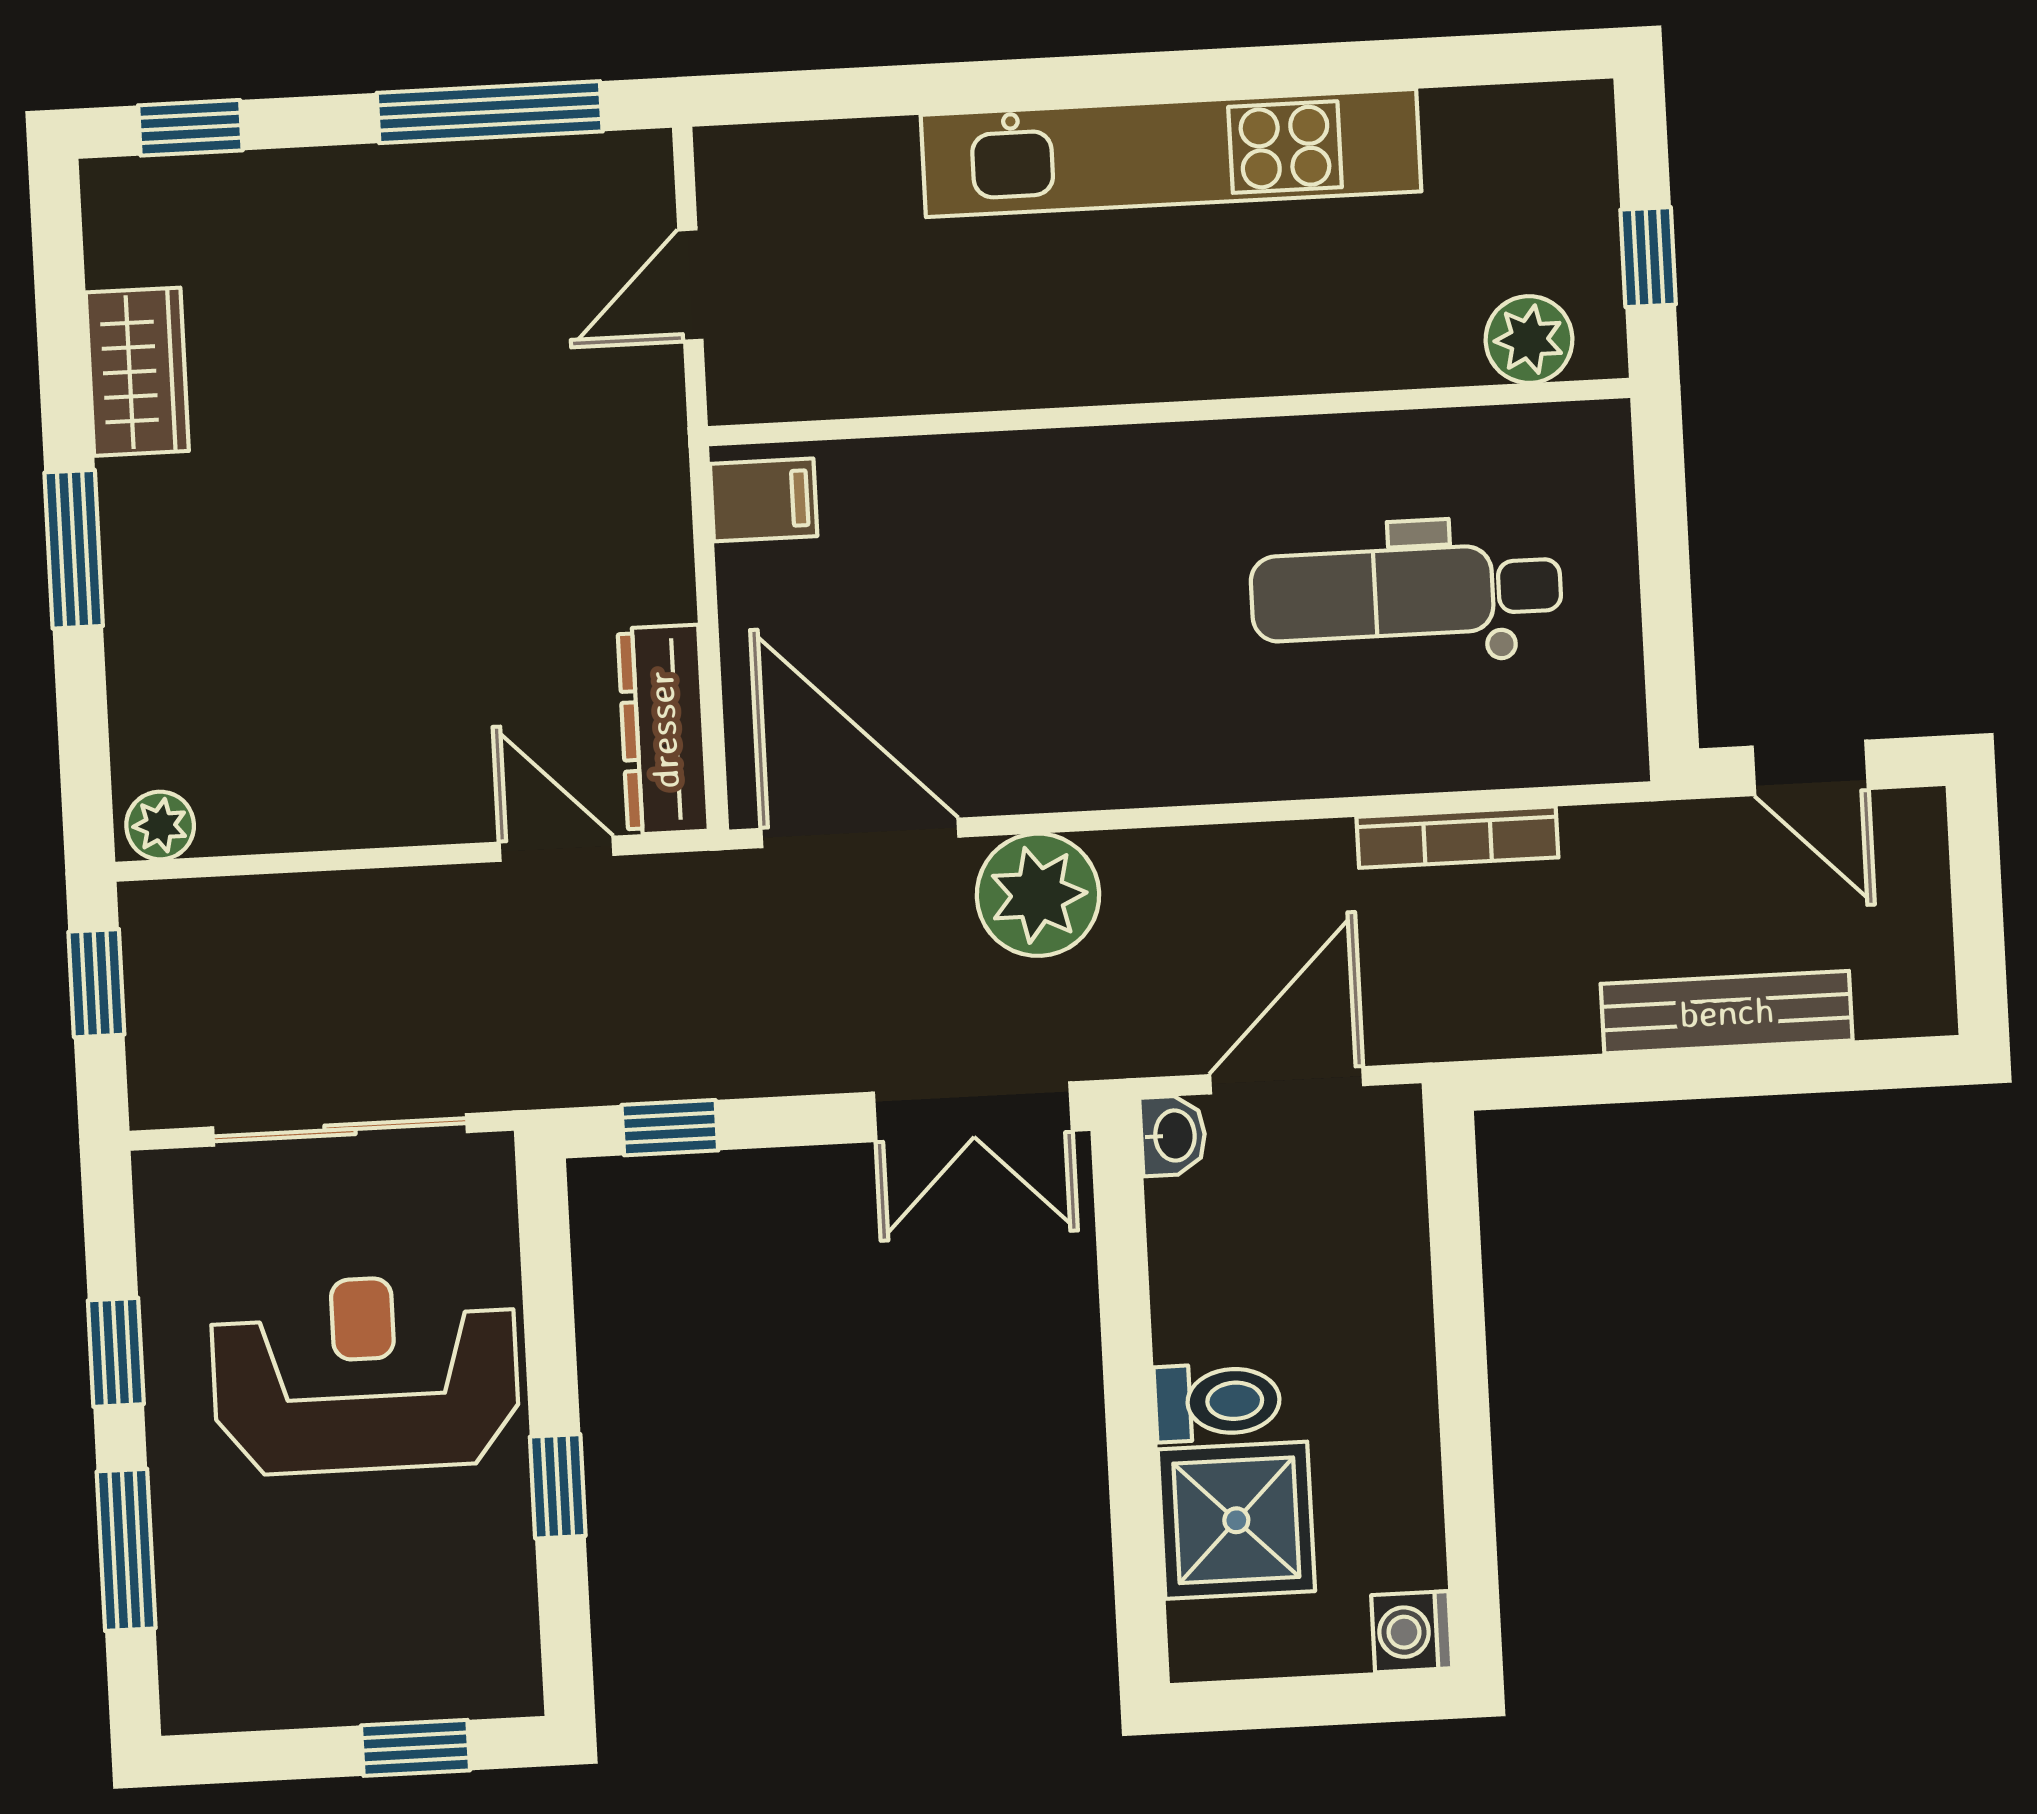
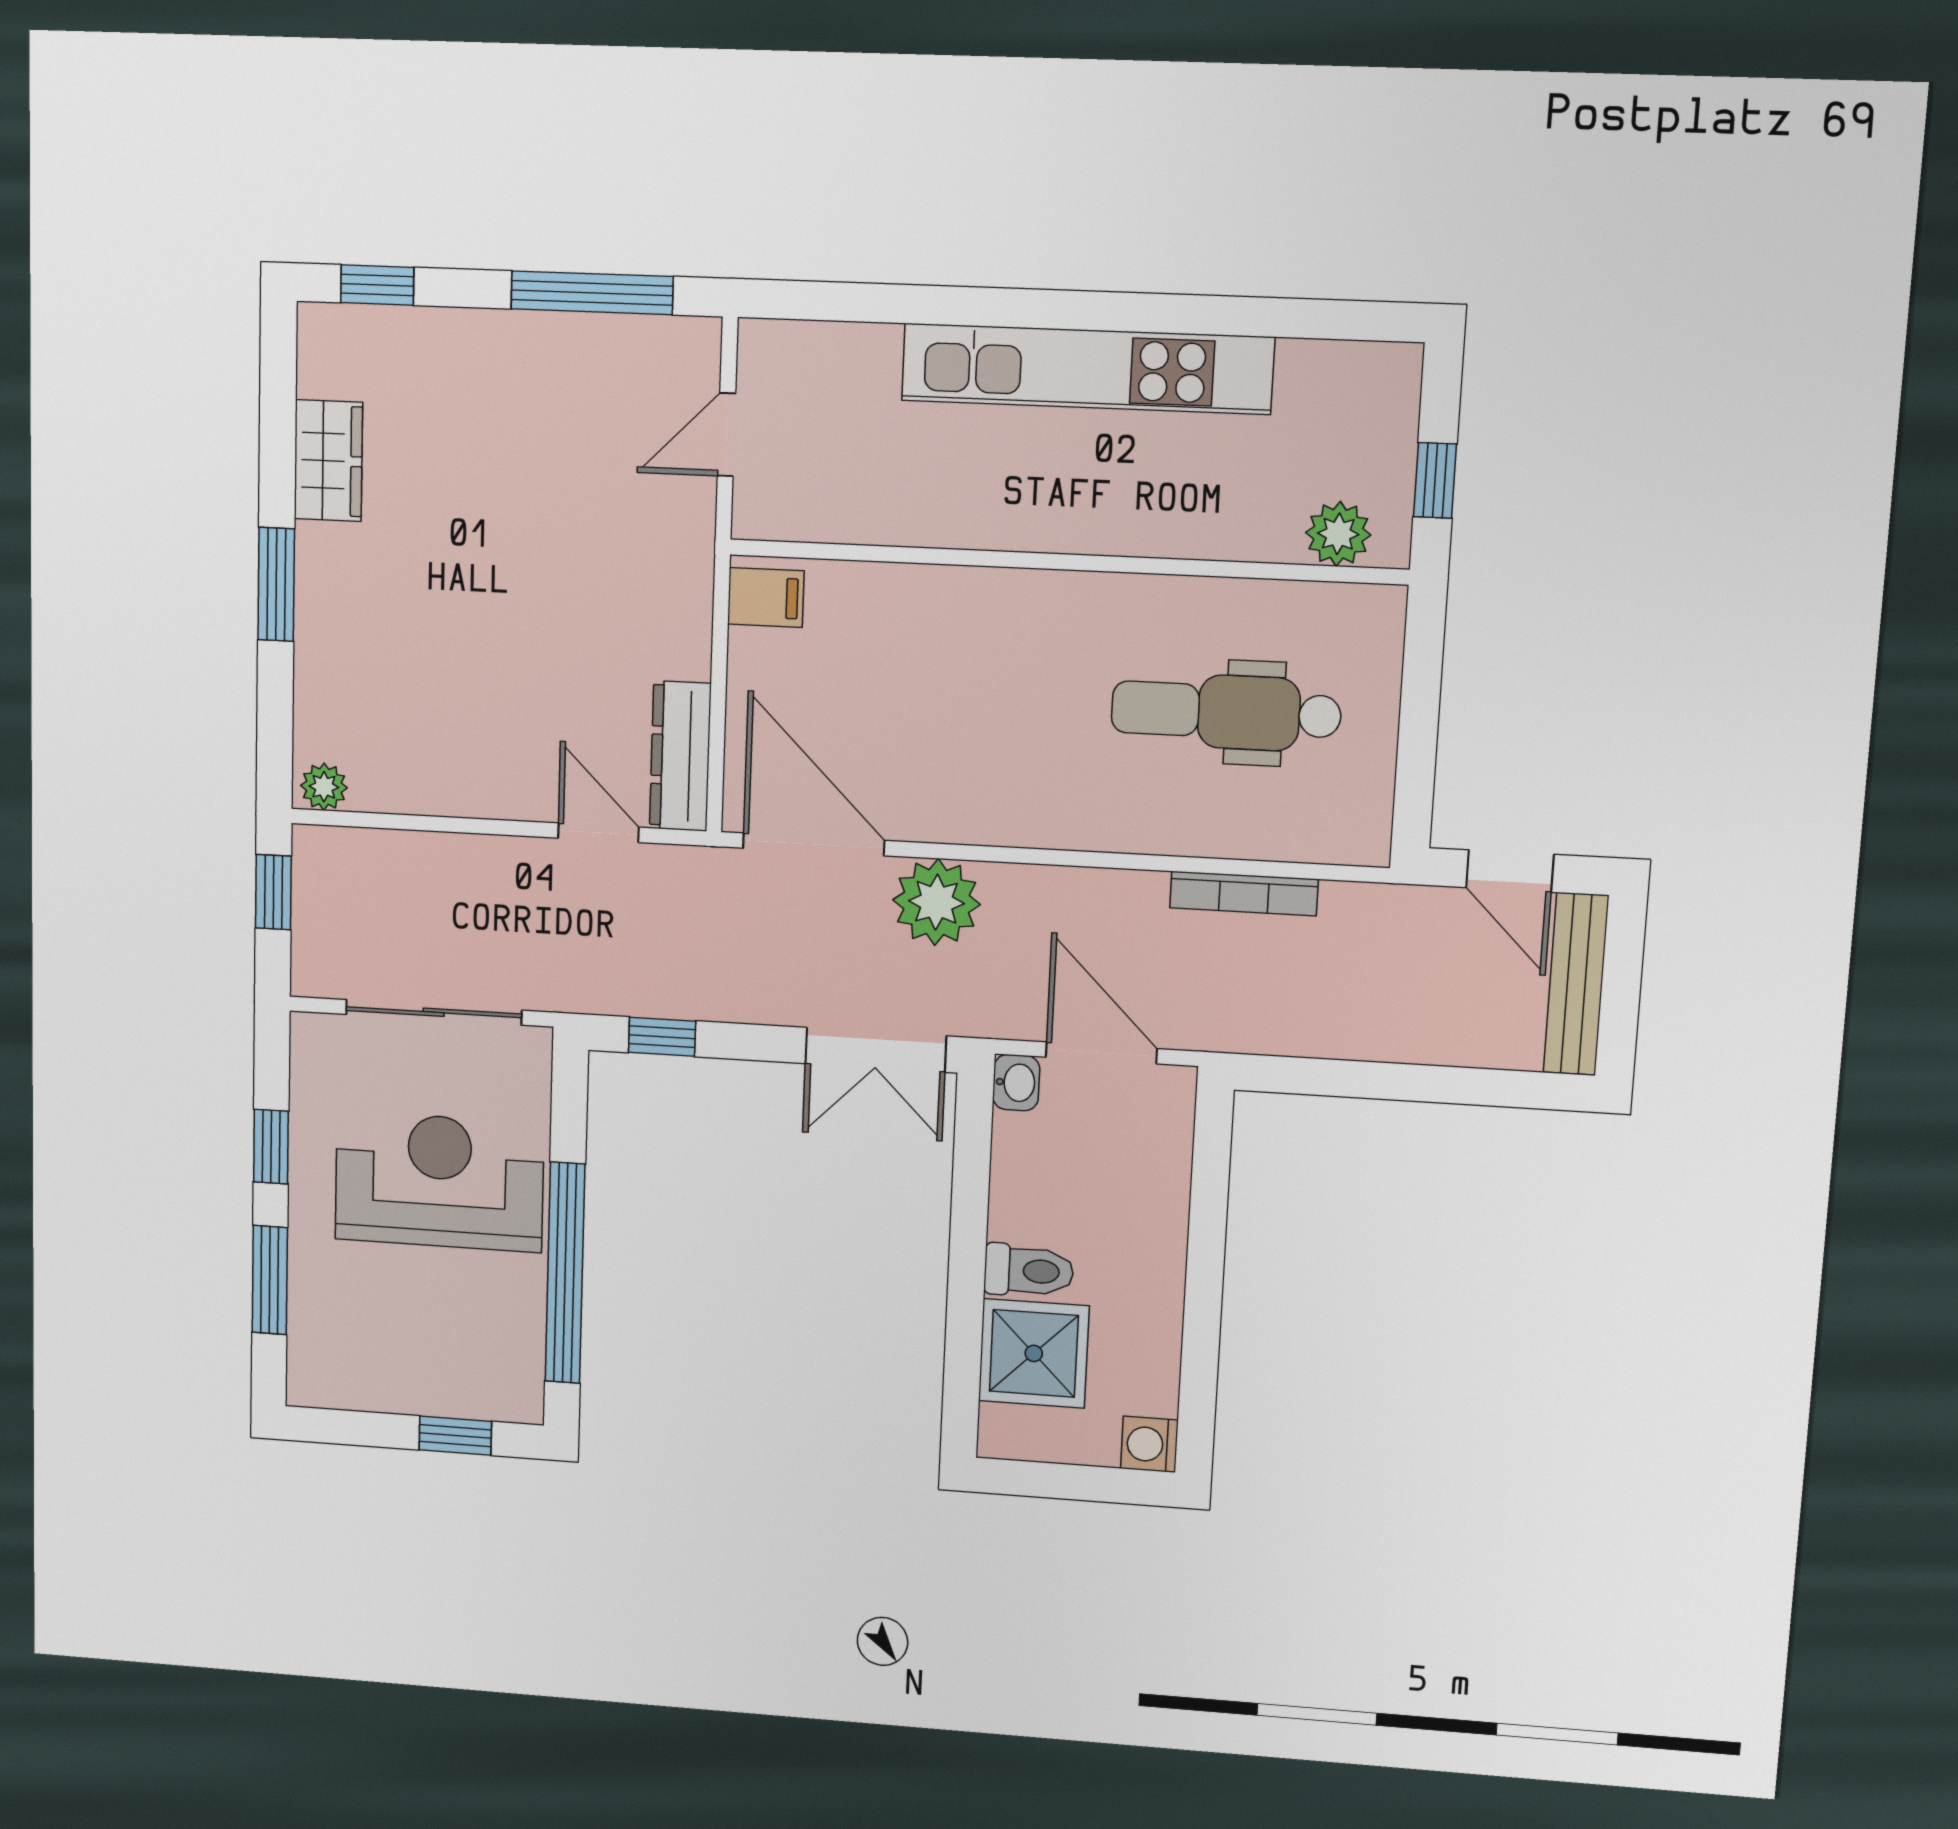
bench: (1727, 1012) -> (1576, 984), moved, turned 90
door: (1287, 1080) -> (1101, 1053), hinge flipped
window: (558, 1486) -> (565, 1273), width x3.17

